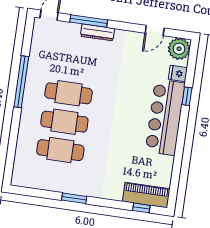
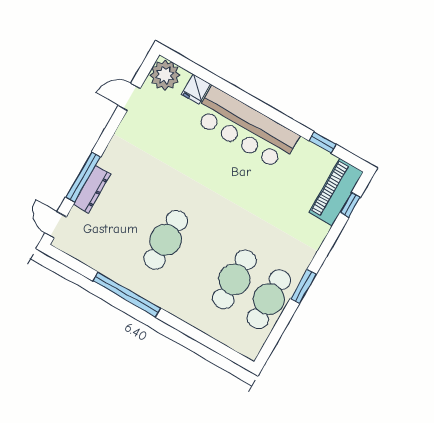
door: (155, 31) -> (129, 97), swing flipped
dresser: (98, 32) -> (92, 189), moved
window: (187, 96) -> (323, 142), moved
cafe table: (64, 122) -> (269, 299), moved

